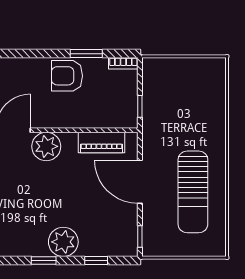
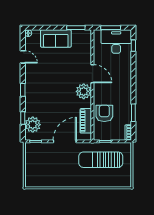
armchair: (67, 76) -> (104, 113), moved
sun lounger: (193, 192) -> (101, 160), moved
plant: (63, 242) -> (33, 125), moved

